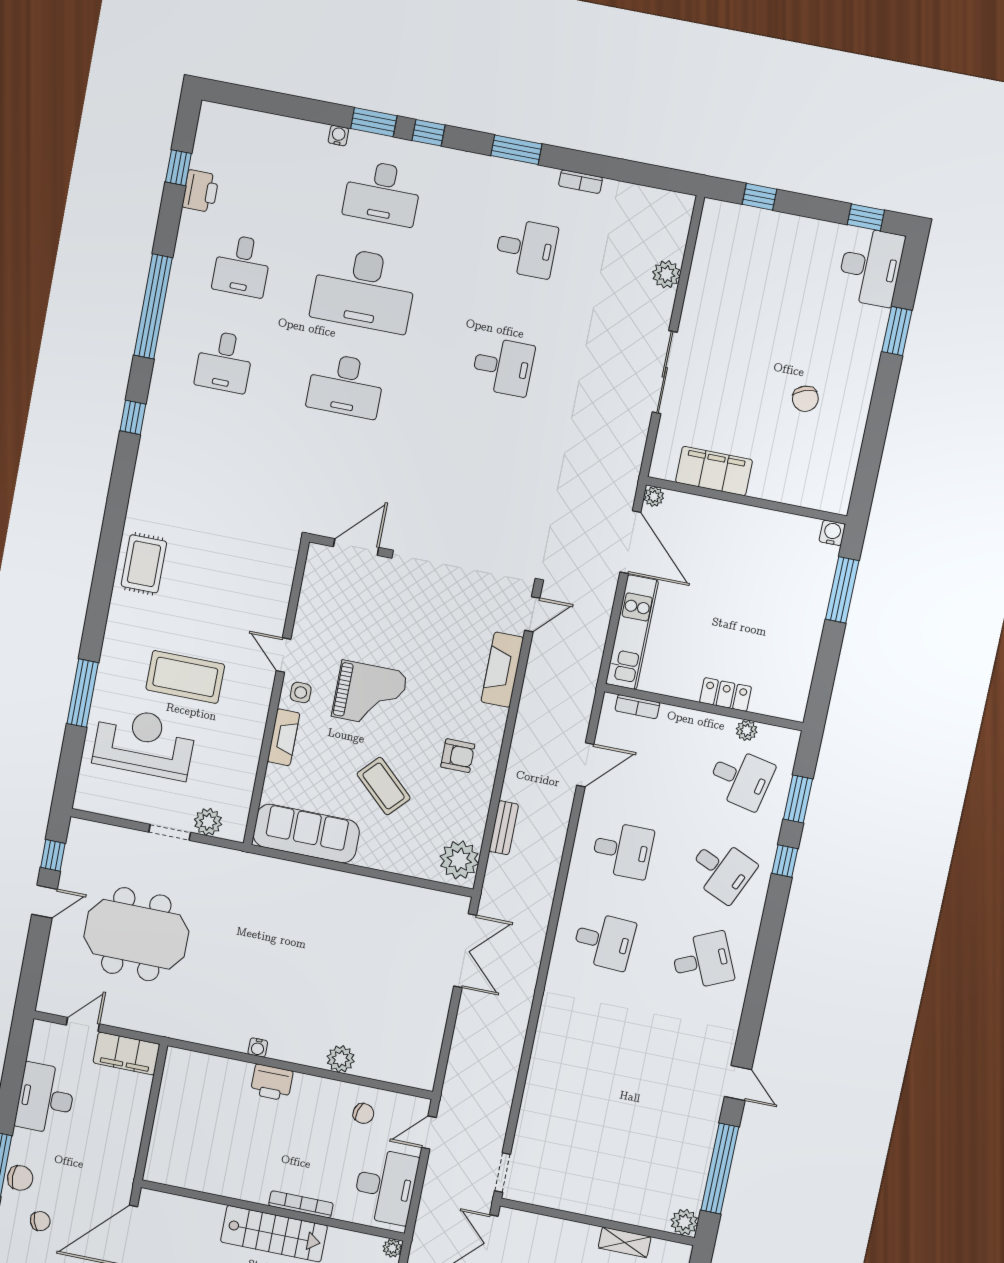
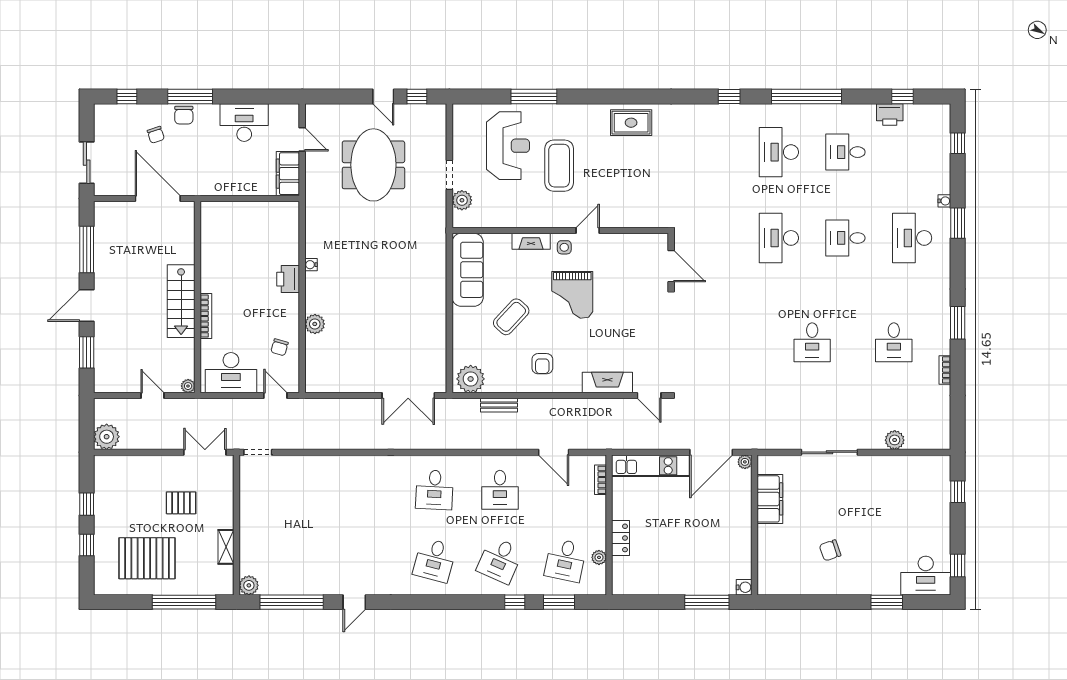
window: (428, 133) -> (958, 143), moved
desk: (364, 290) -> (845, 238), width x0.53, depth x0.77
desk: (224, 362) -> (779, 152), width x1.37
desk: (703, 961) -> (434, 560), turned 39

